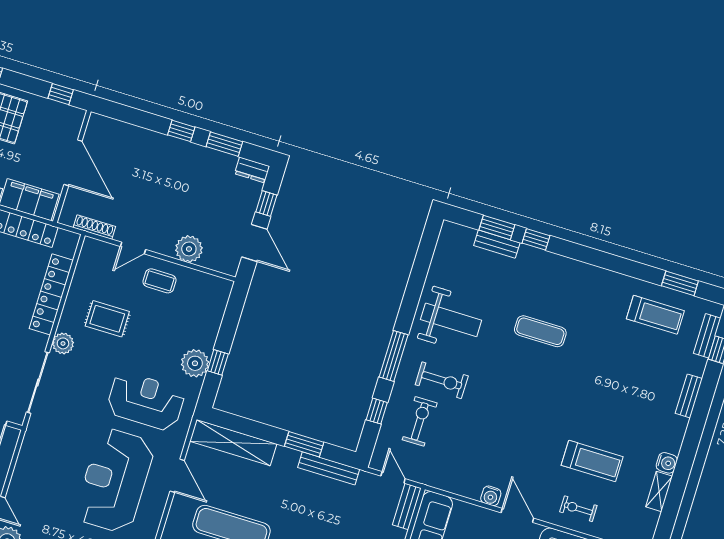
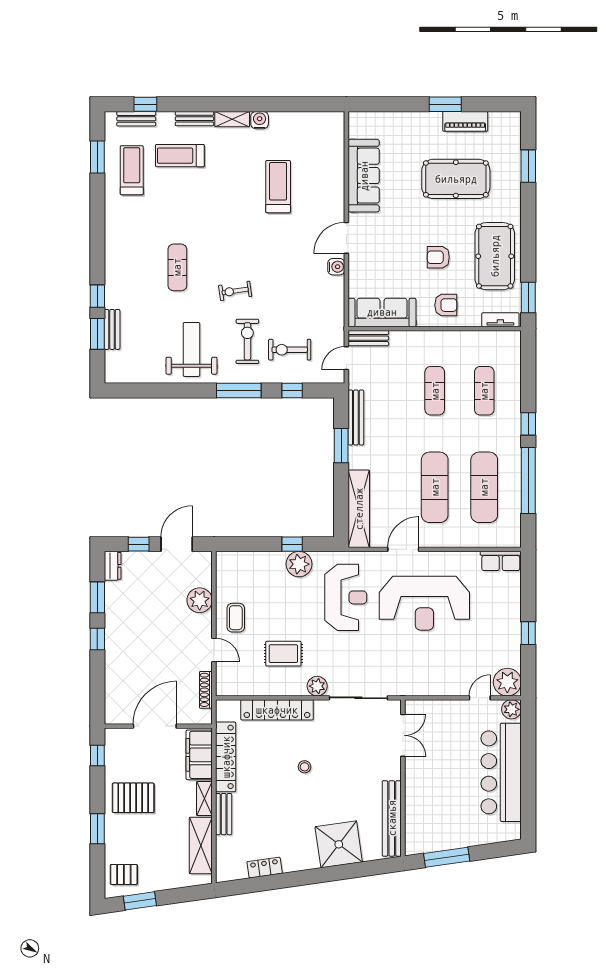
rug: (107, 319) -> (283, 654), turned 90
treadmill: (655, 369) -> (180, 156), added
reception desk: (146, 401) -> (346, 597), turned 180
shelving: (659, 492) -> (232, 119), moved
exercise bike: (578, 509) -> (235, 291), moved, turned 82

